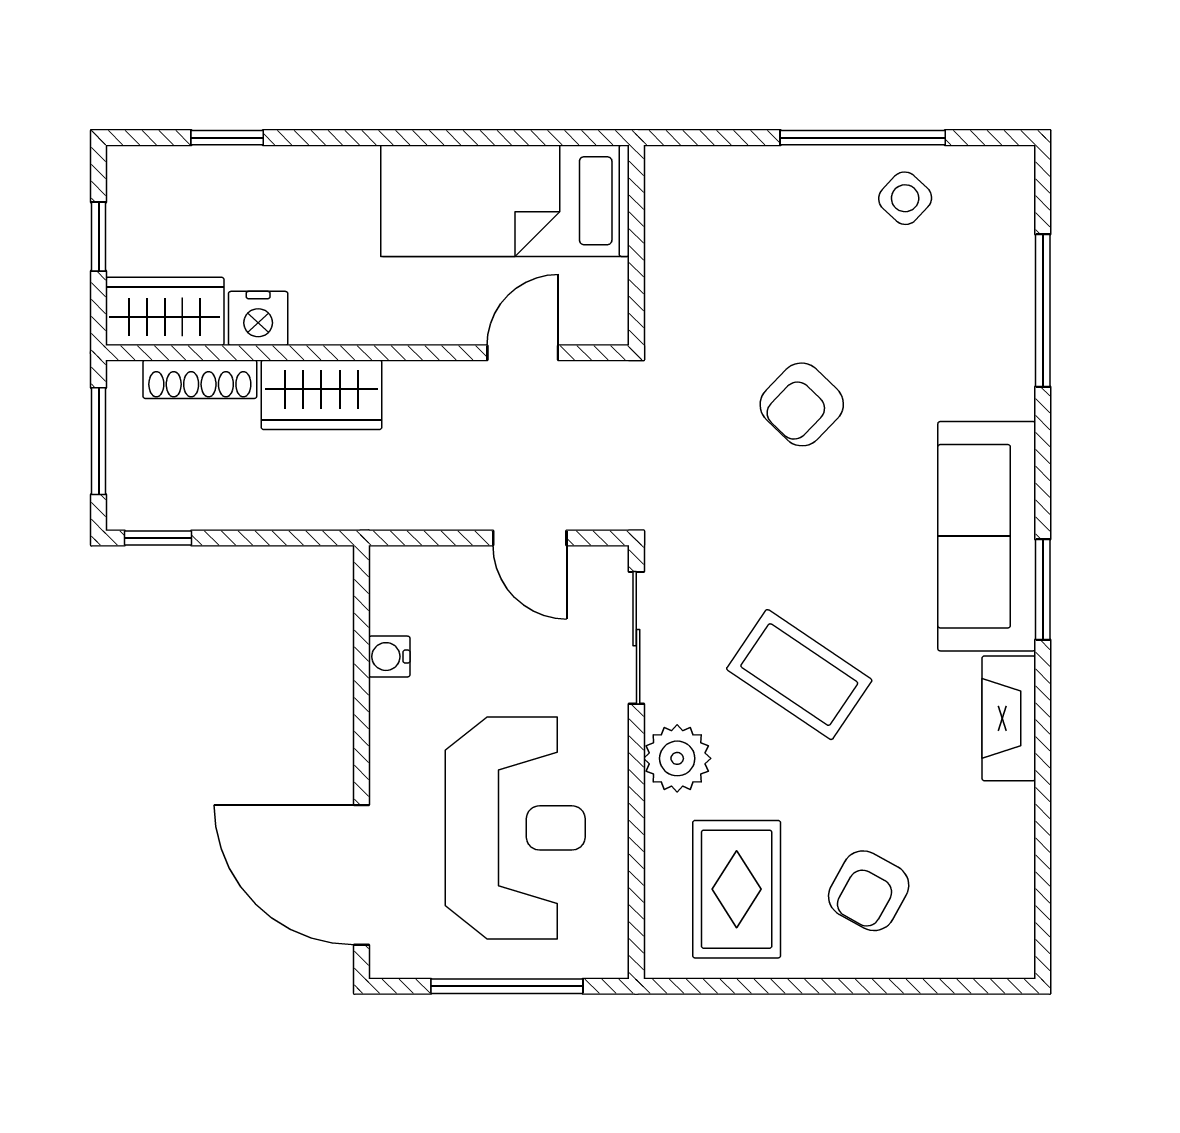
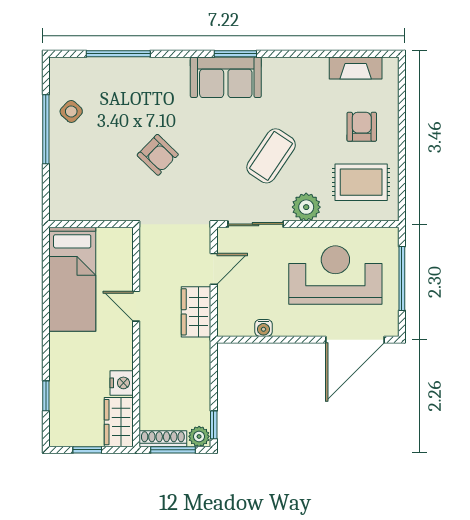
door: (523, 353) -> (136, 306), moved
shoe rack: (200, 379) -> (163, 439), moved, turned -90
wardrobe: (321, 395) -> (196, 312), moved, turned 180
plant: (130, 503) -> (199, 436), added
sofa: (987, 536) -> (226, 77), width x0.73
fireplace: (1009, 718) -> (356, 68), moved
armchair: (869, 891) -> (362, 127), turned -119

